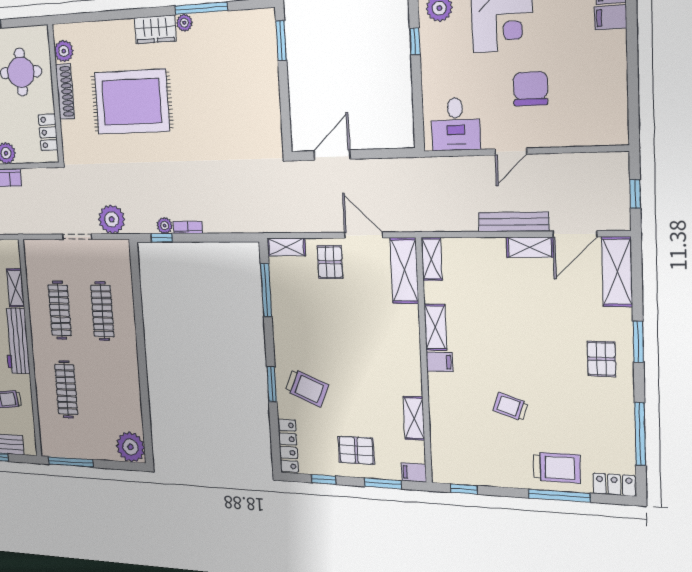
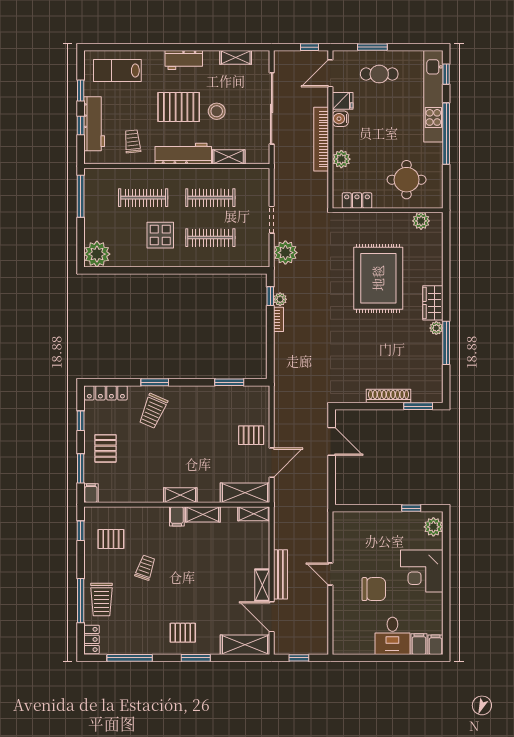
shoe rack: (65, 92) -> (388, 396), moved, turned 180
desk: (456, 124) -> (392, 636), moved, turned -90
shelving: (286, 247) -> (263, 401), removed
window: (266, 290) -> (229, 382), width x0.69
display table: (104, 371) -> (160, 235), added
shelving: (414, 418) -> (180, 495), moved
pallet: (473, 450) -> (111, 539), added

